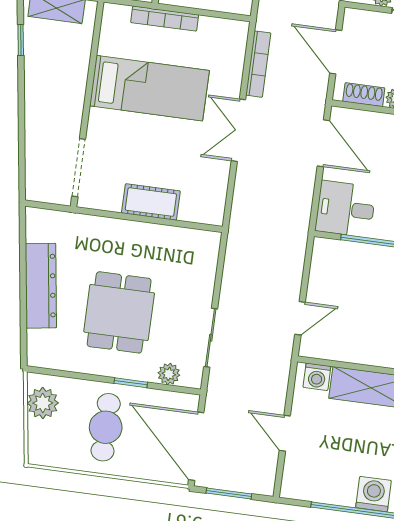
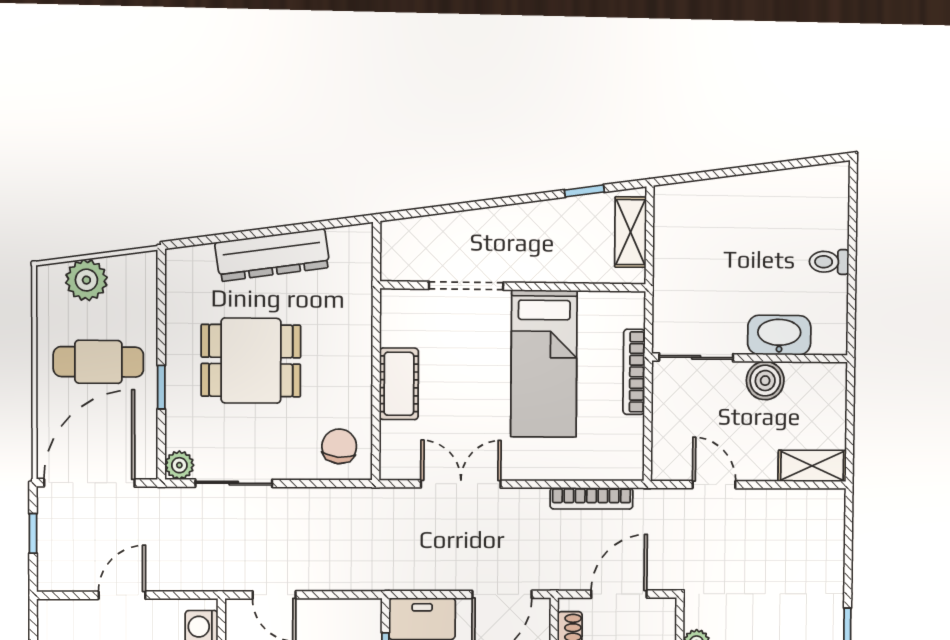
double door: (238, 130) -> (461, 484), moved
doorway: (79, 168) -> (466, 286), moved
chair: (193, 254) -> (339, 446), added
plant: (169, 374) -> (179, 465), moved
plant: (43, 403) -> (86, 280), moved
window: (229, 494) -> (33, 533), width x0.67

